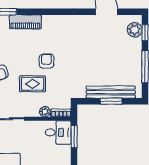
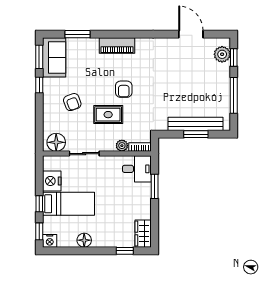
piano: (25, 22) -> (117, 45), moved
armchair: (46, 61) -> (124, 89), turned 180
window: (74, 137) -> (155, 186), moved

